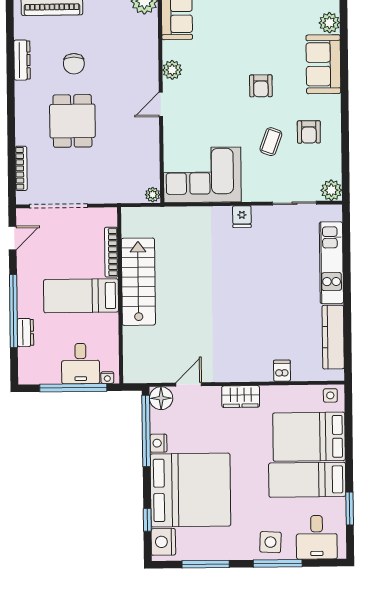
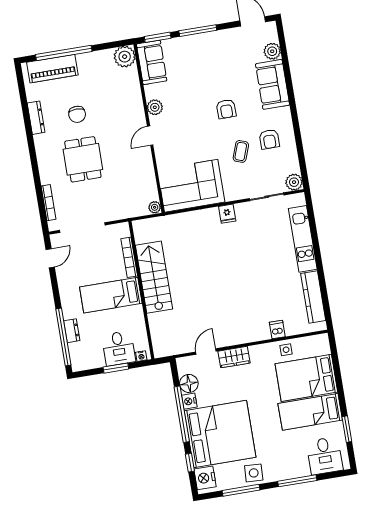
window: (13, 311) -> (63, 337), moved
window: (73, 388) -> (116, 368), width x0.47
side table: (330, 395) -> (286, 350), moved
wardrobe: (241, 397) -> (234, 357), moved
floor lamp: (161, 398) -> (189, 383), moved
window: (146, 431) -> (182, 414), moved
side table: (270, 542) -> (254, 473), moved

